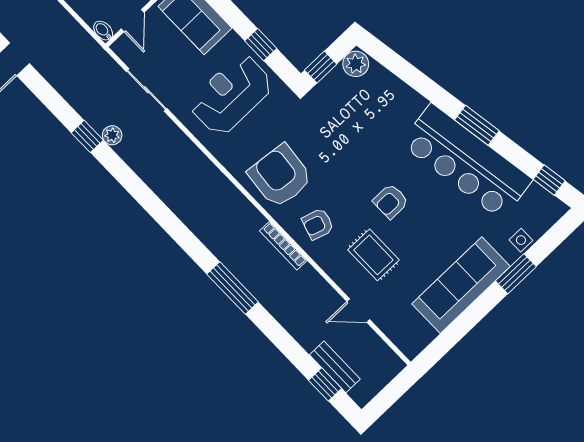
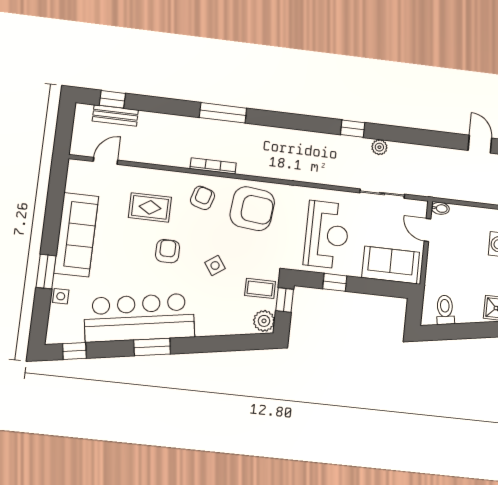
coffee table: (335, 97) -> (260, 288), added
window: (87, 136) -> (353, 129), moved
side table: (358, 152) -> (215, 266), added
door: (358, 311) -> (105, 161), moved

